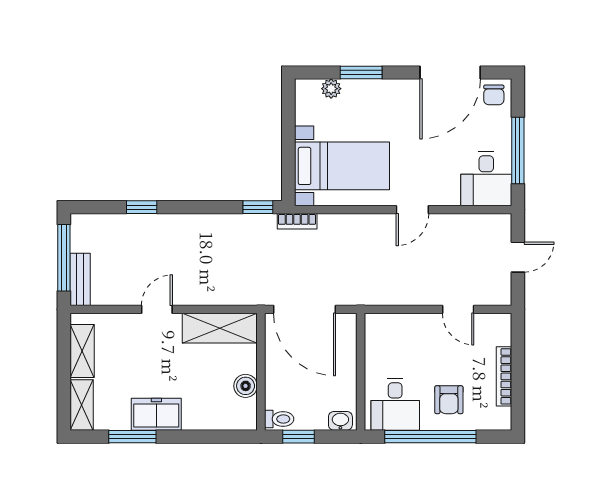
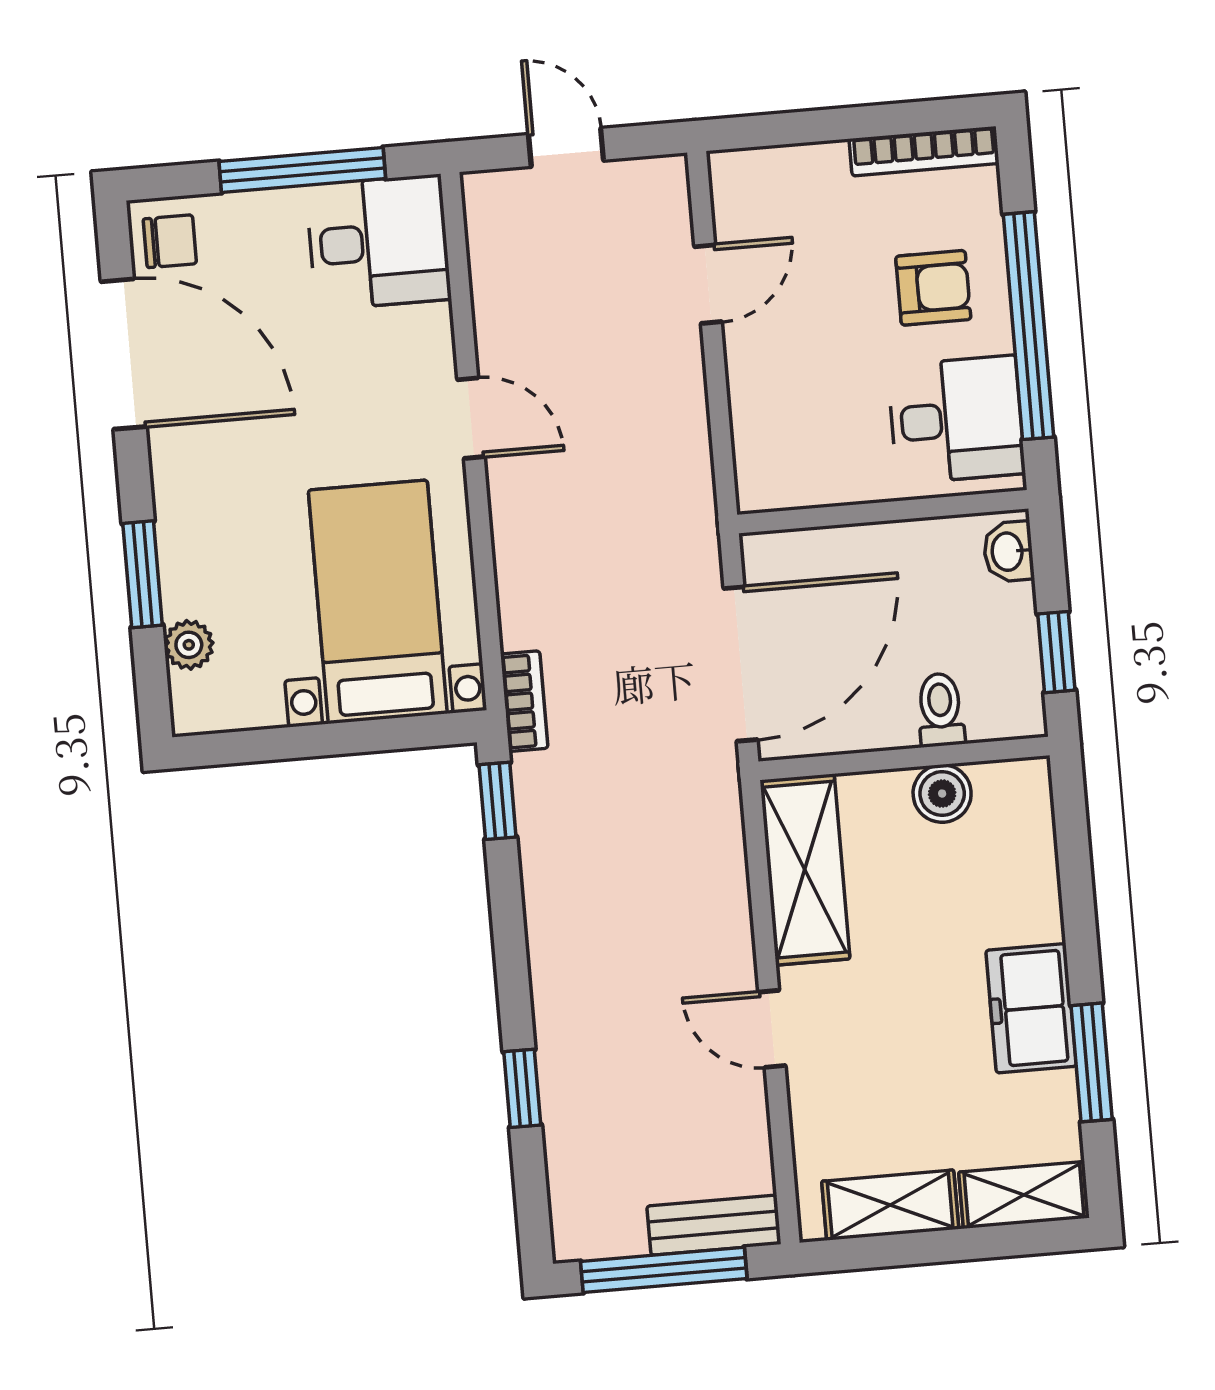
bookcase: (504, 376) -> (924, 151), moved
toilet: (279, 419) -> (940, 710), moved

